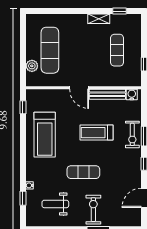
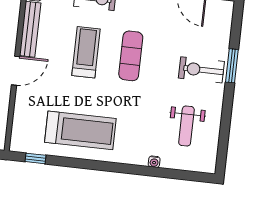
treadmill: (96, 133) -> (86, 52), turned 180
exercise mat: (83, 172) -> (131, 56), moved
window: (23, 198) -> (172, 174), removed

